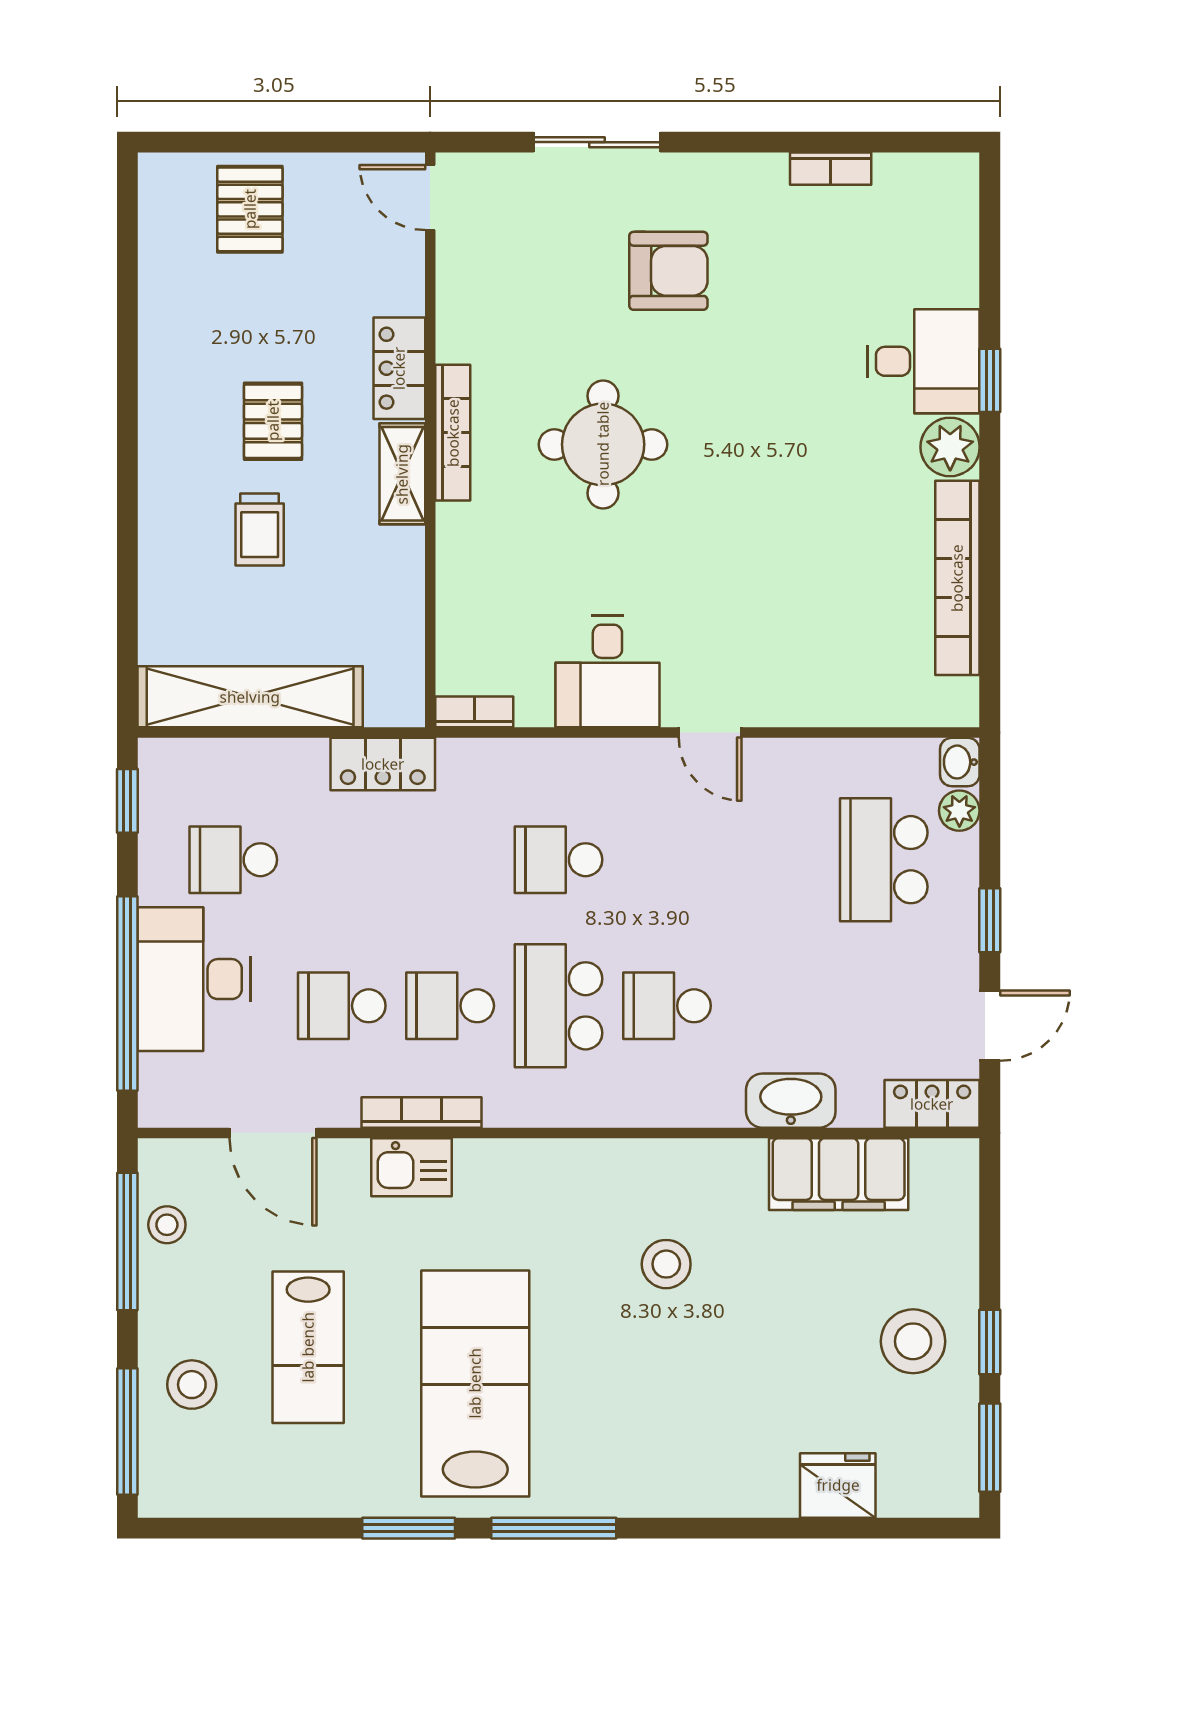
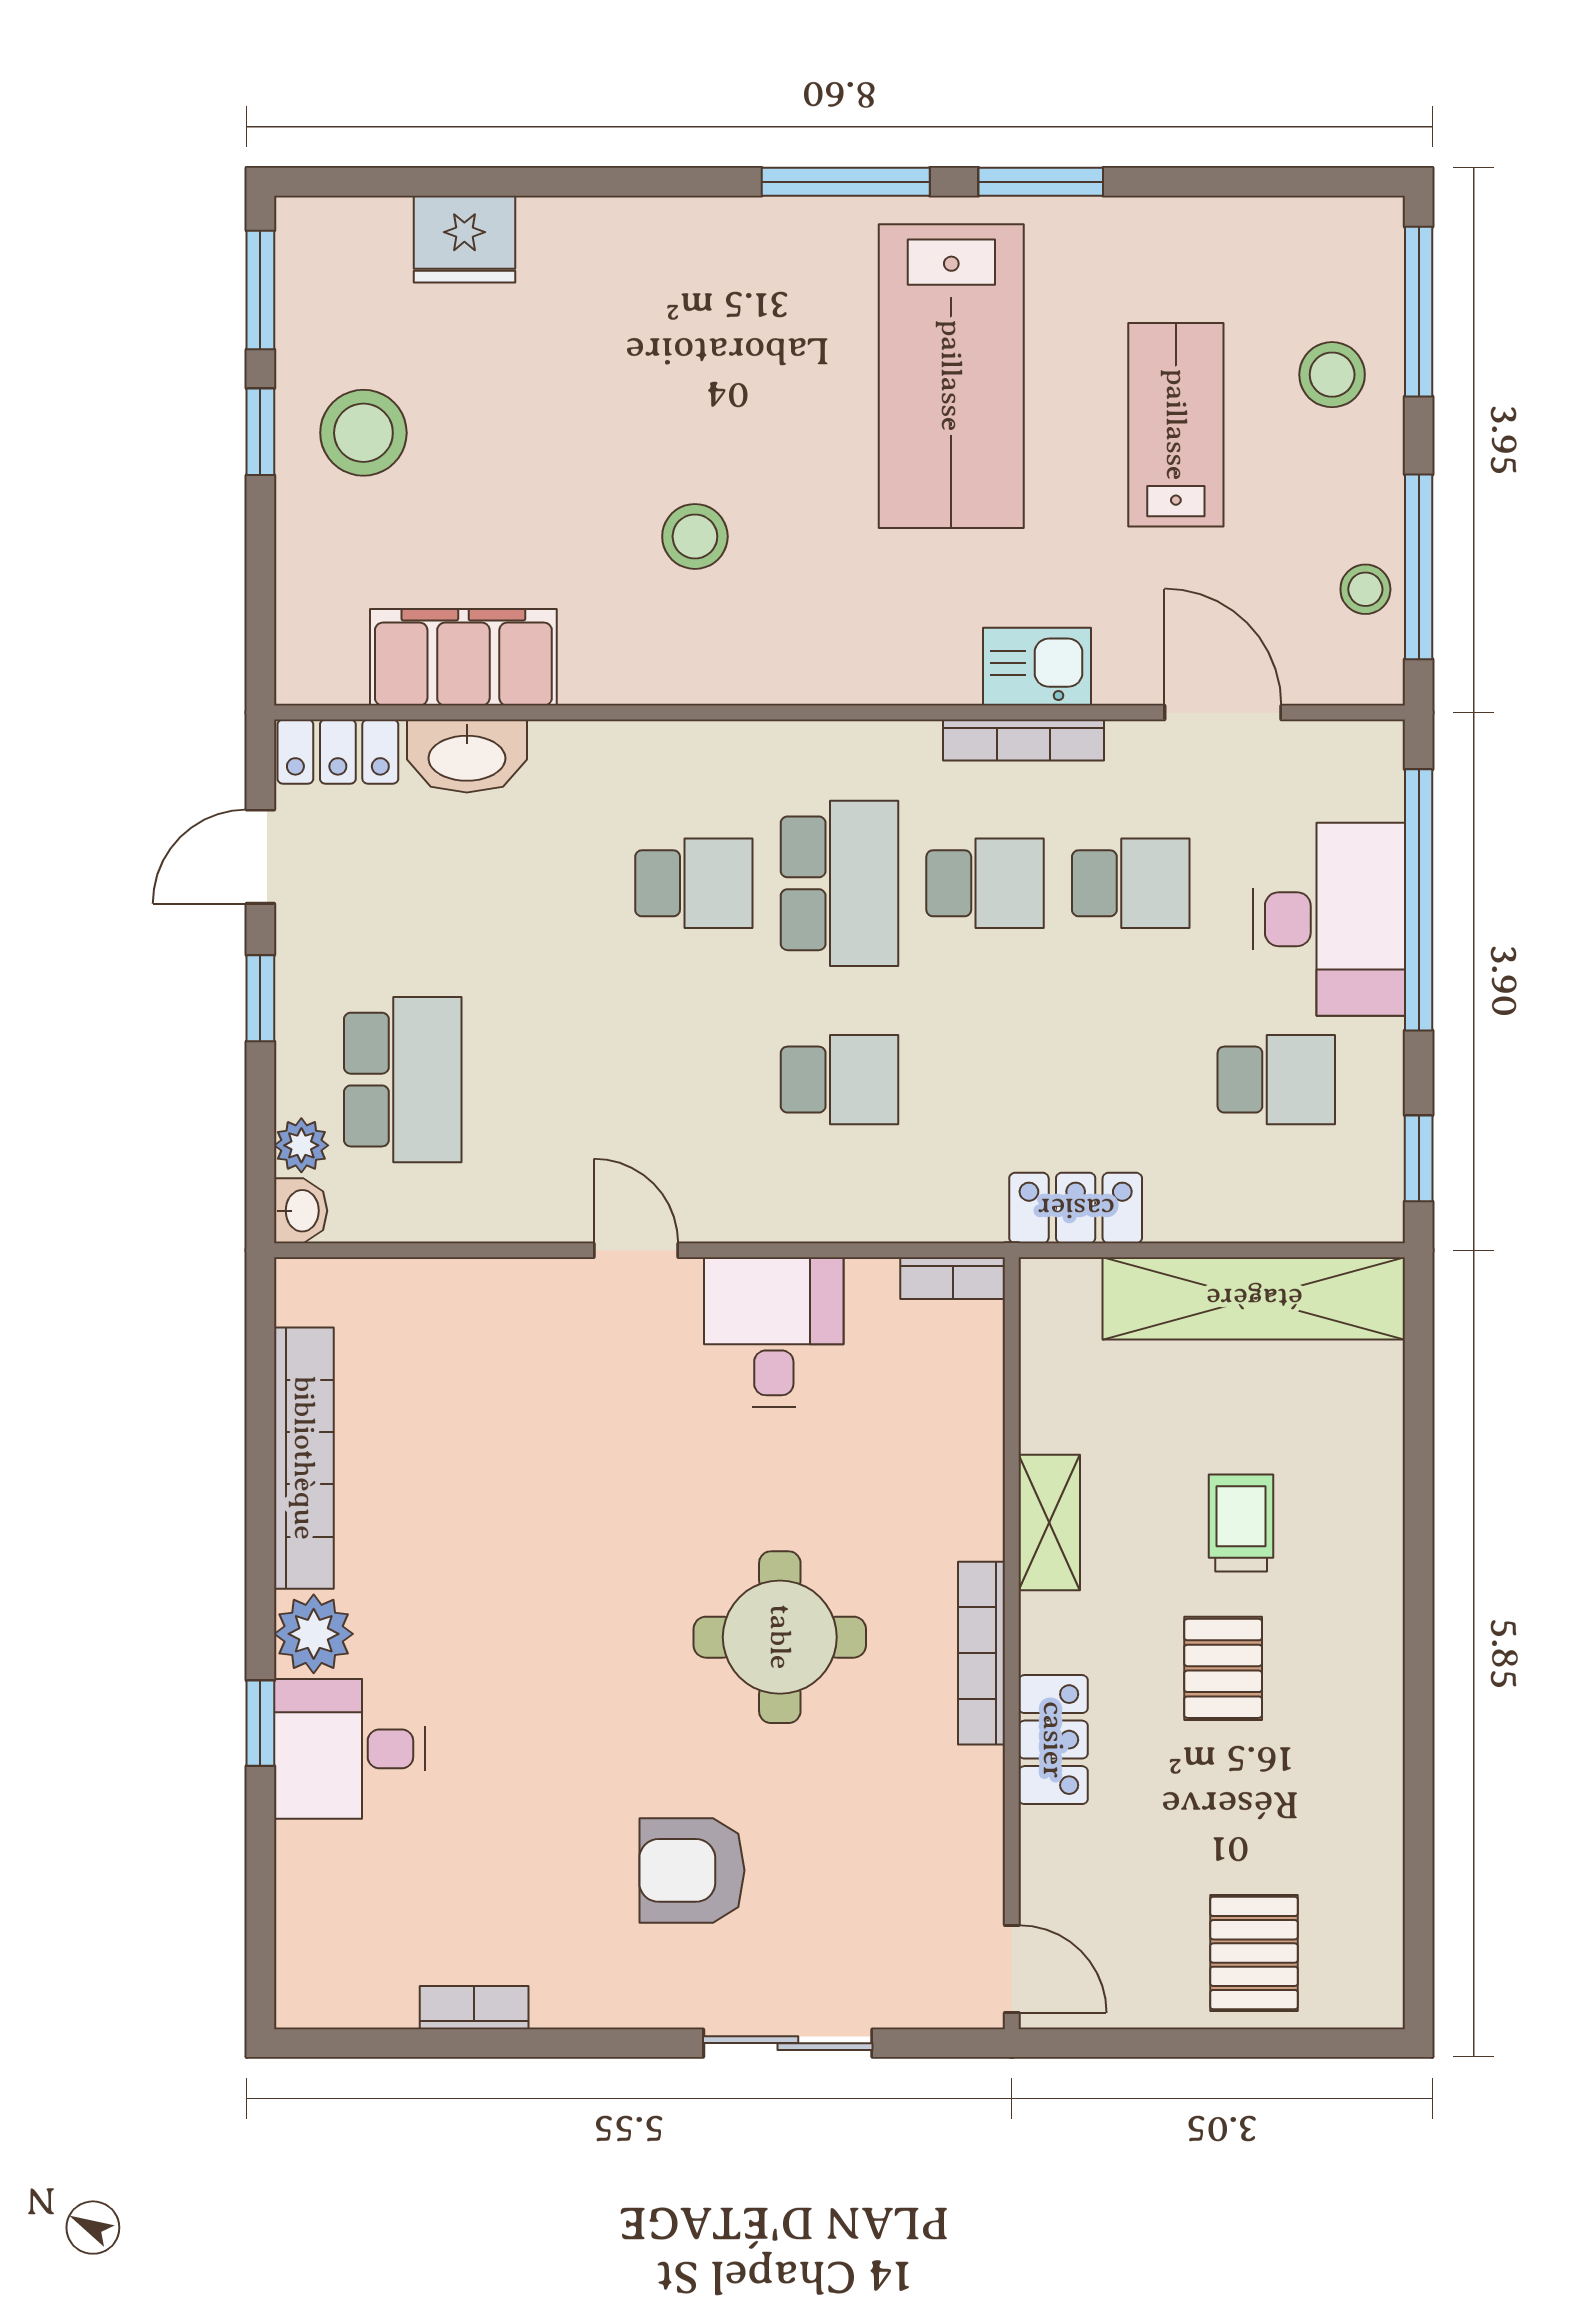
shelving: (402, 474) -> (1049, 1522), moved
washbasin: (791, 1101) -> (467, 756), moved

